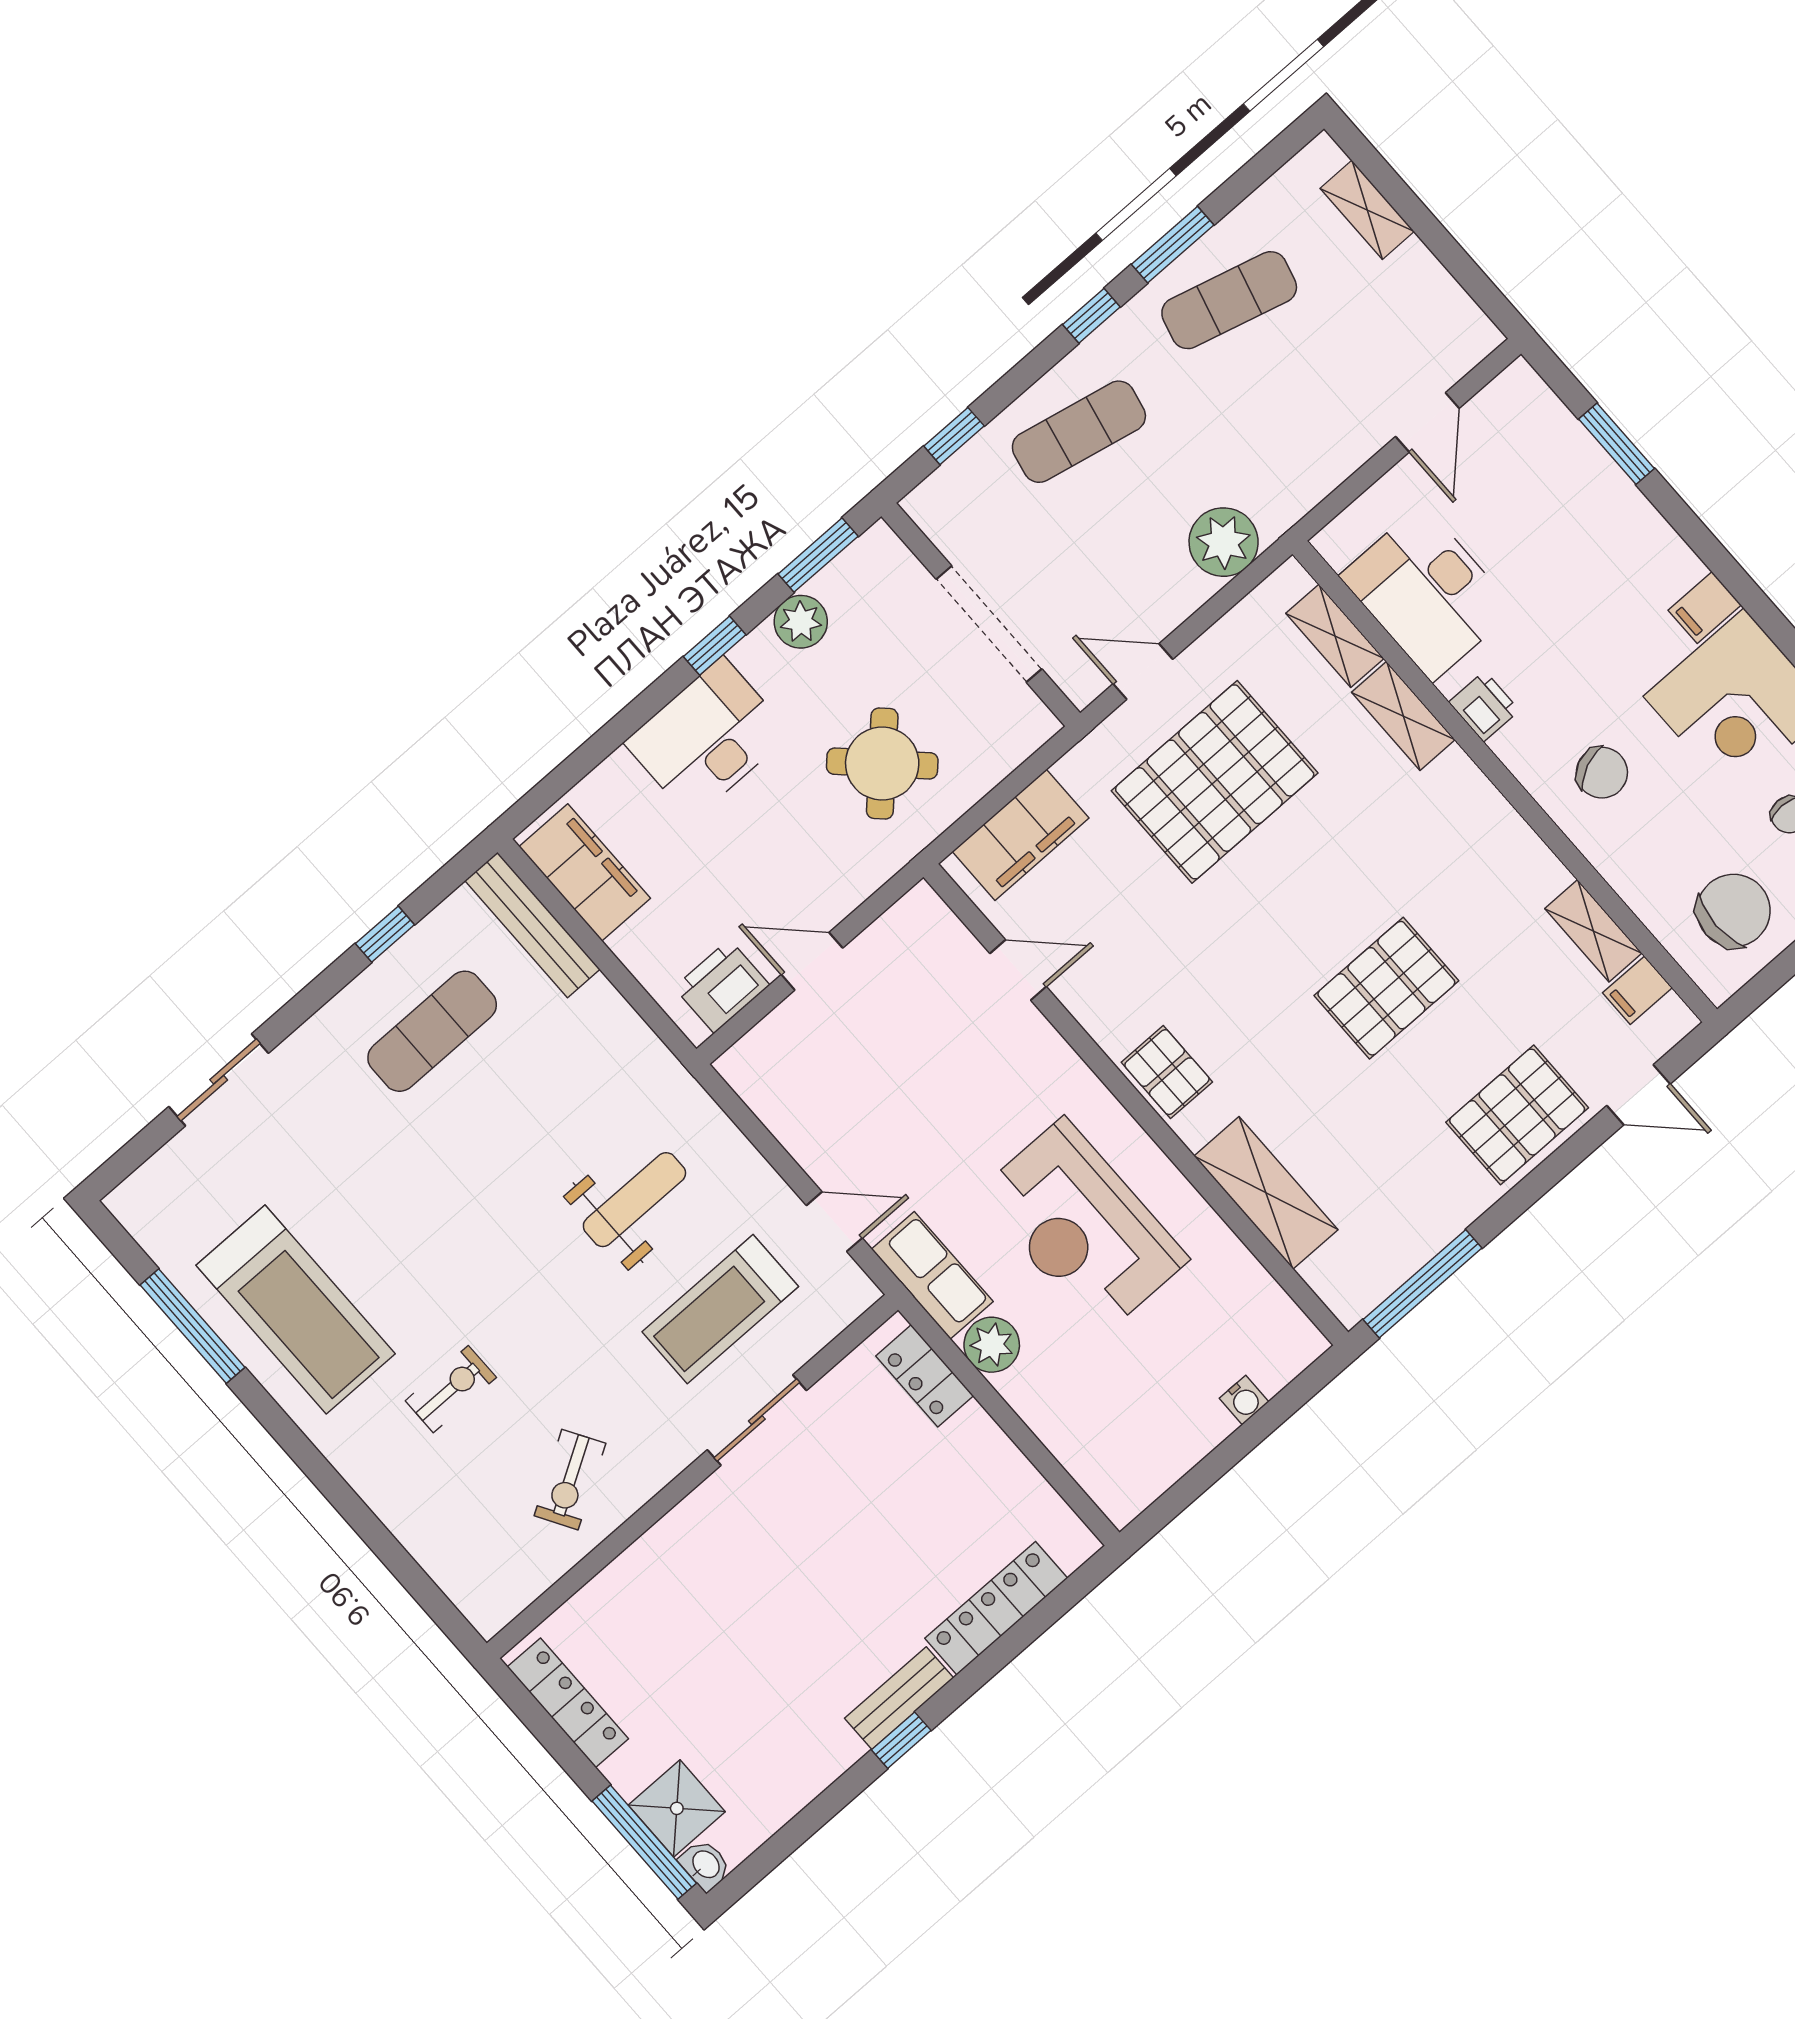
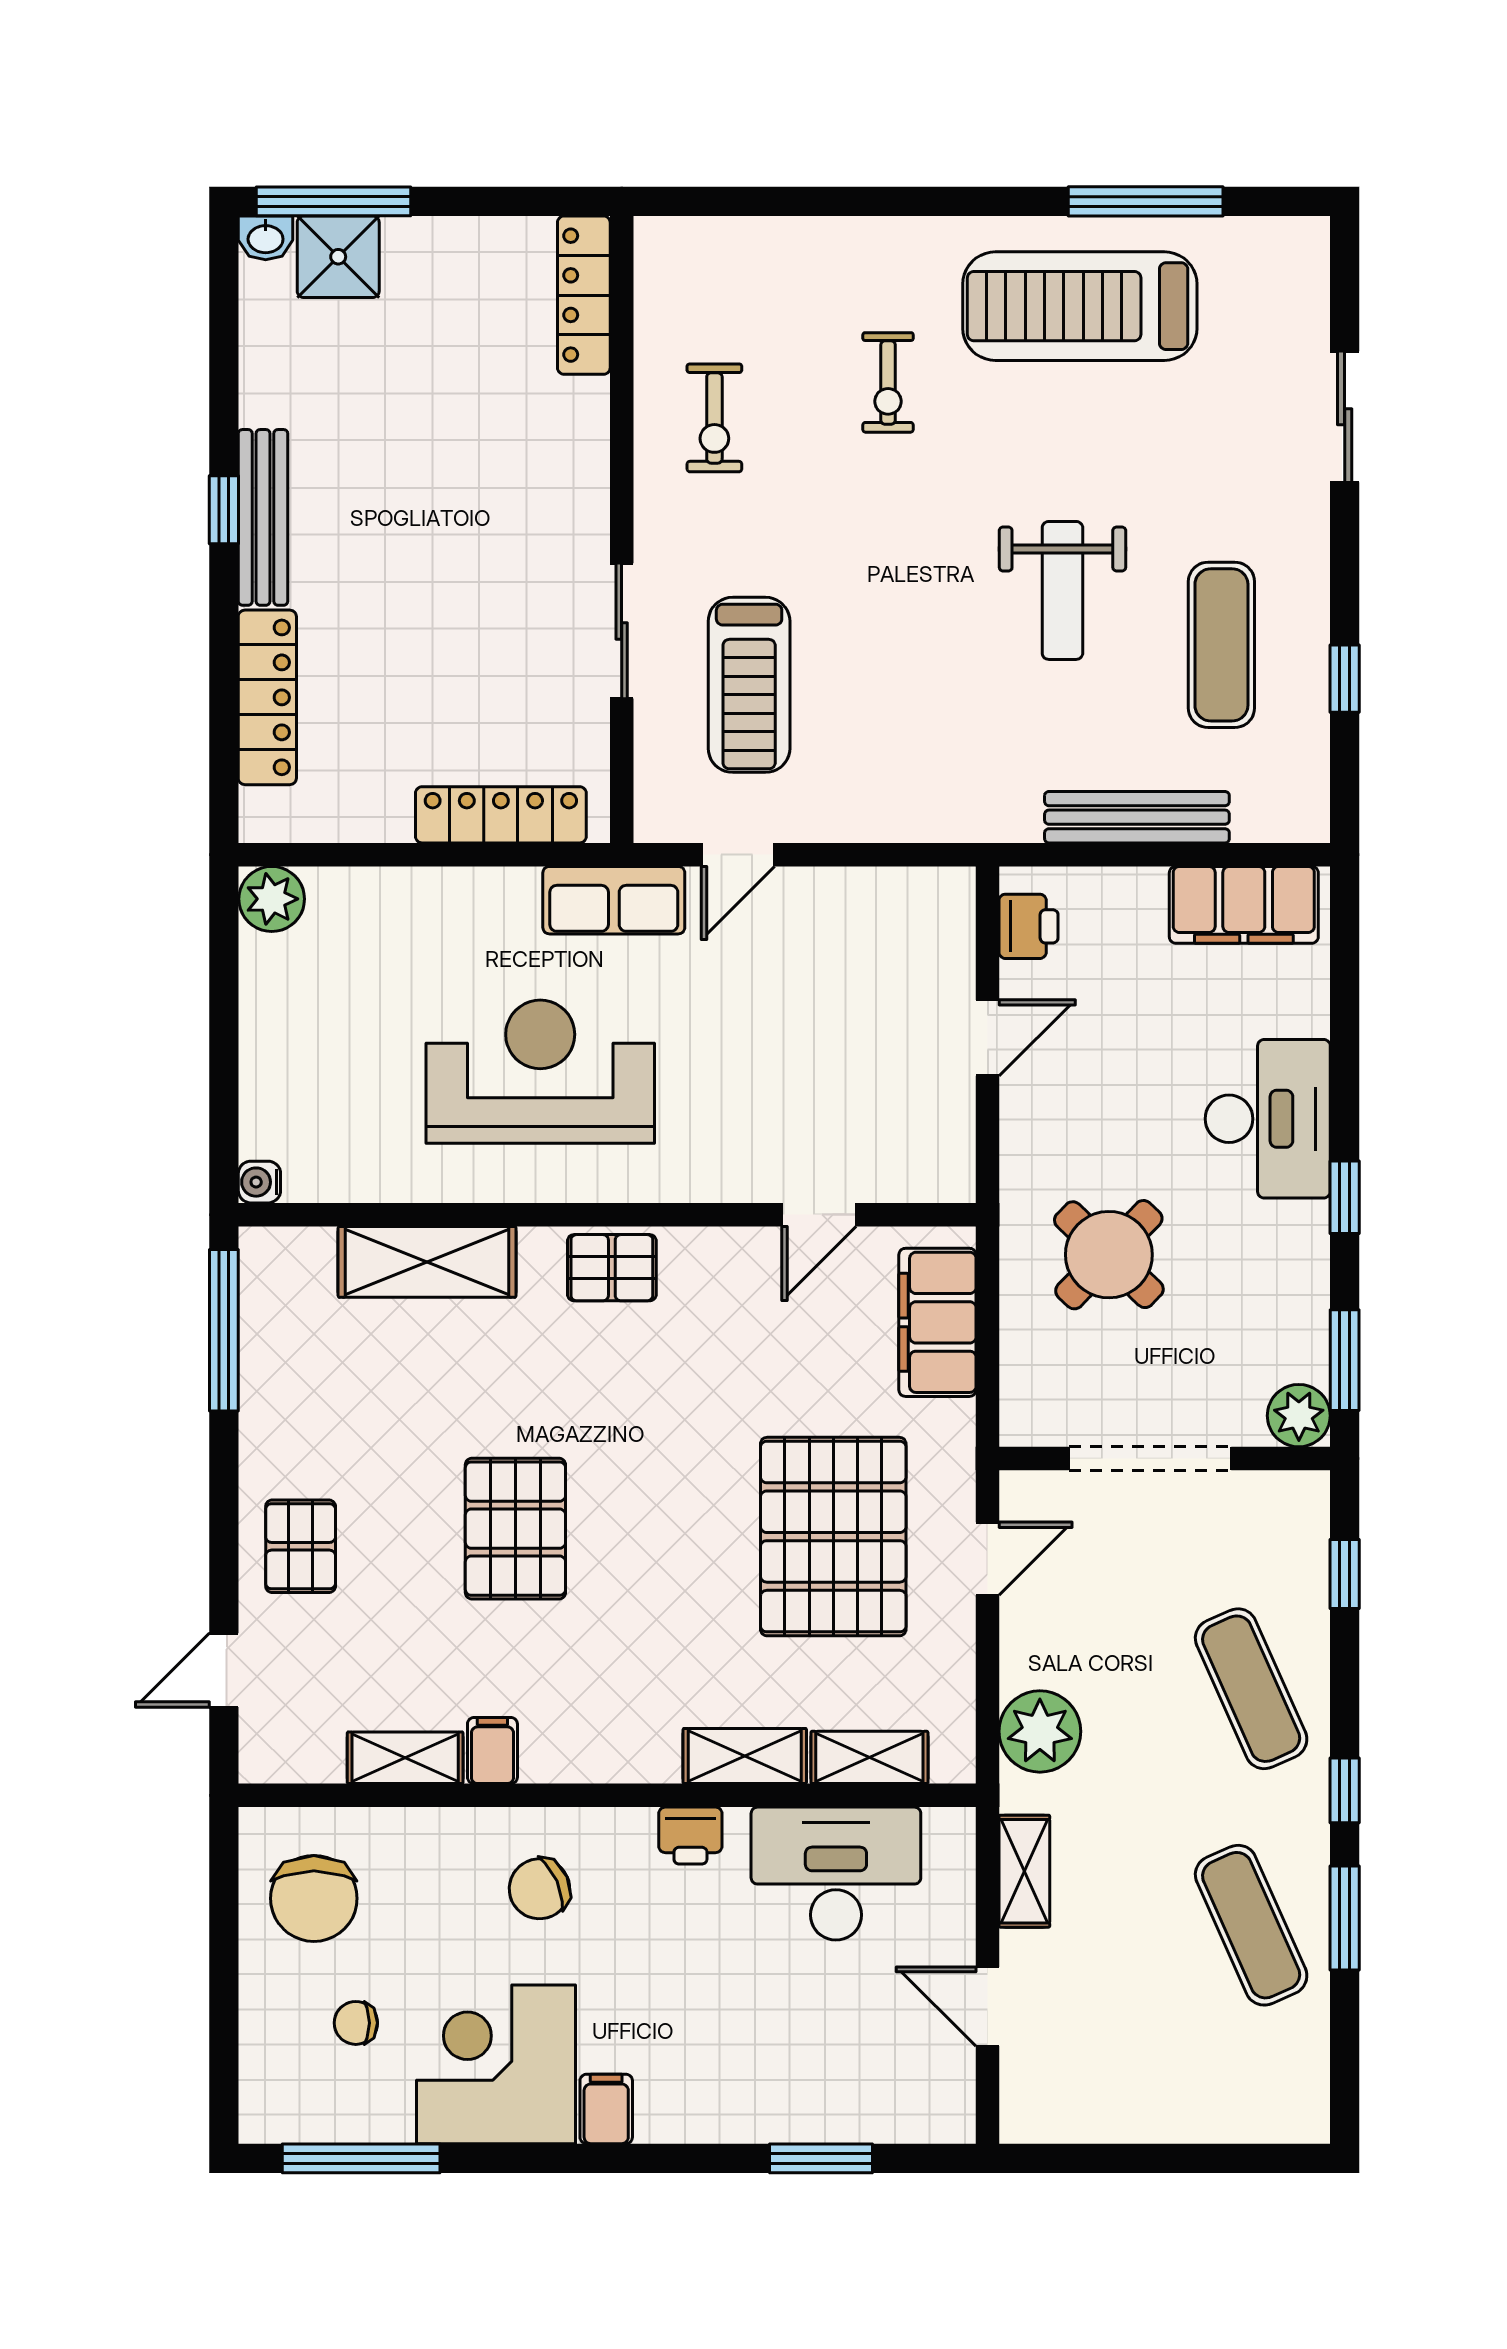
shelving: (1367, 210) -> (1024, 1871), moved, turned 90
exercise mat: (1229, 300) -> (1251, 1925), turned -39
exercise mat: (1079, 432) -> (1251, 1689), turned -36
plant: (801, 622) -> (1299, 1416), moved
bench: (532, 925) -> (1137, 817), moved
printer: (722, 986) -> (1028, 926), width x0.73, depth x0.81
filing cabinet: (1637, 990) -> (492, 1751), moved
pallet: (1517, 1115) -> (301, 1546), width x0.67, depth x0.71
weight bench: (634, 1200) -> (1062, 590), moved
treadmill: (720, 1309) -> (749, 685), turned 180
plant: (992, 1345) -> (272, 899), moved
locker: (925, 1376) -> (501, 815), width x1.53
water cooler: (1244, 1400) -> (259, 1182), moved
exercise bike: (570, 1480) -> (714, 418), turned -149
bench: (899, 1698) -> (263, 517), width x1.36
locker: (568, 1703) -> (584, 295), moved, turned 90

